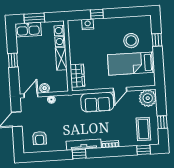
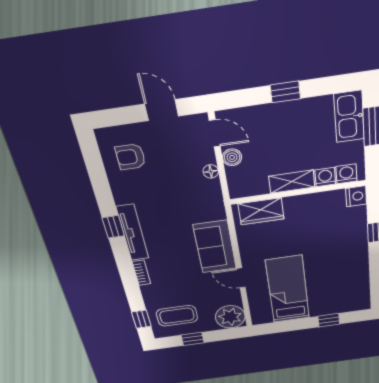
nightstand: (88, 24) -> (356, 196), moved
stool: (131, 41) -> (327, 286), removed

